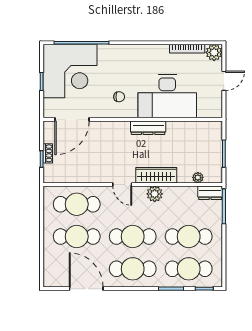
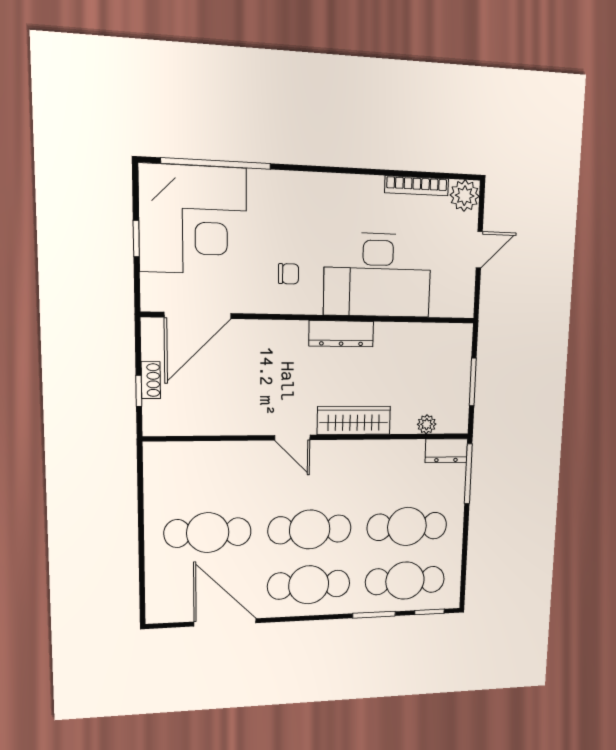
plant: (155, 194) -> (350, 454), removed
cafe table: (77, 204) -> (208, 475), removed

